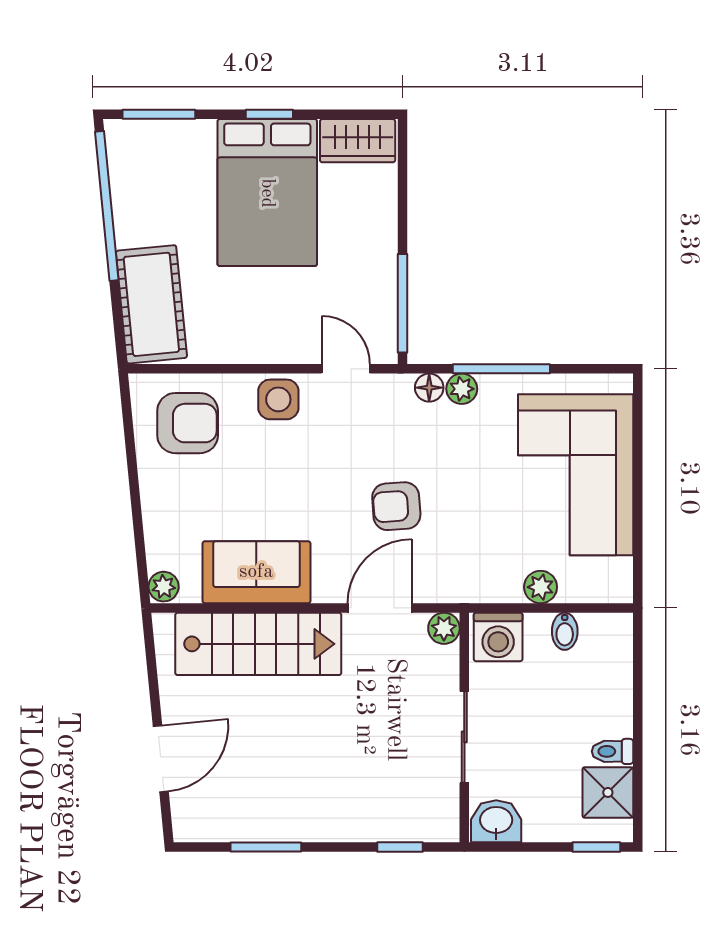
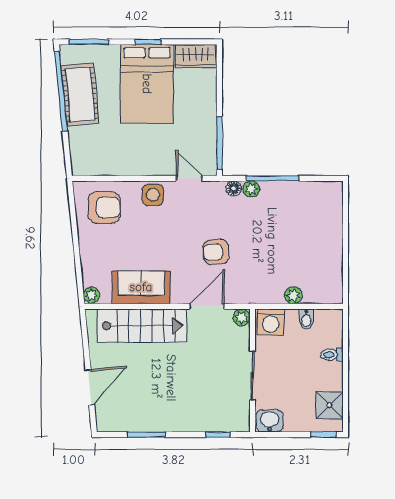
cot: (151, 304) -> (80, 94), moved
corner sofa: (576, 475) -> (312, 235), removed
toilet: (613, 751) -> (332, 355), moved

